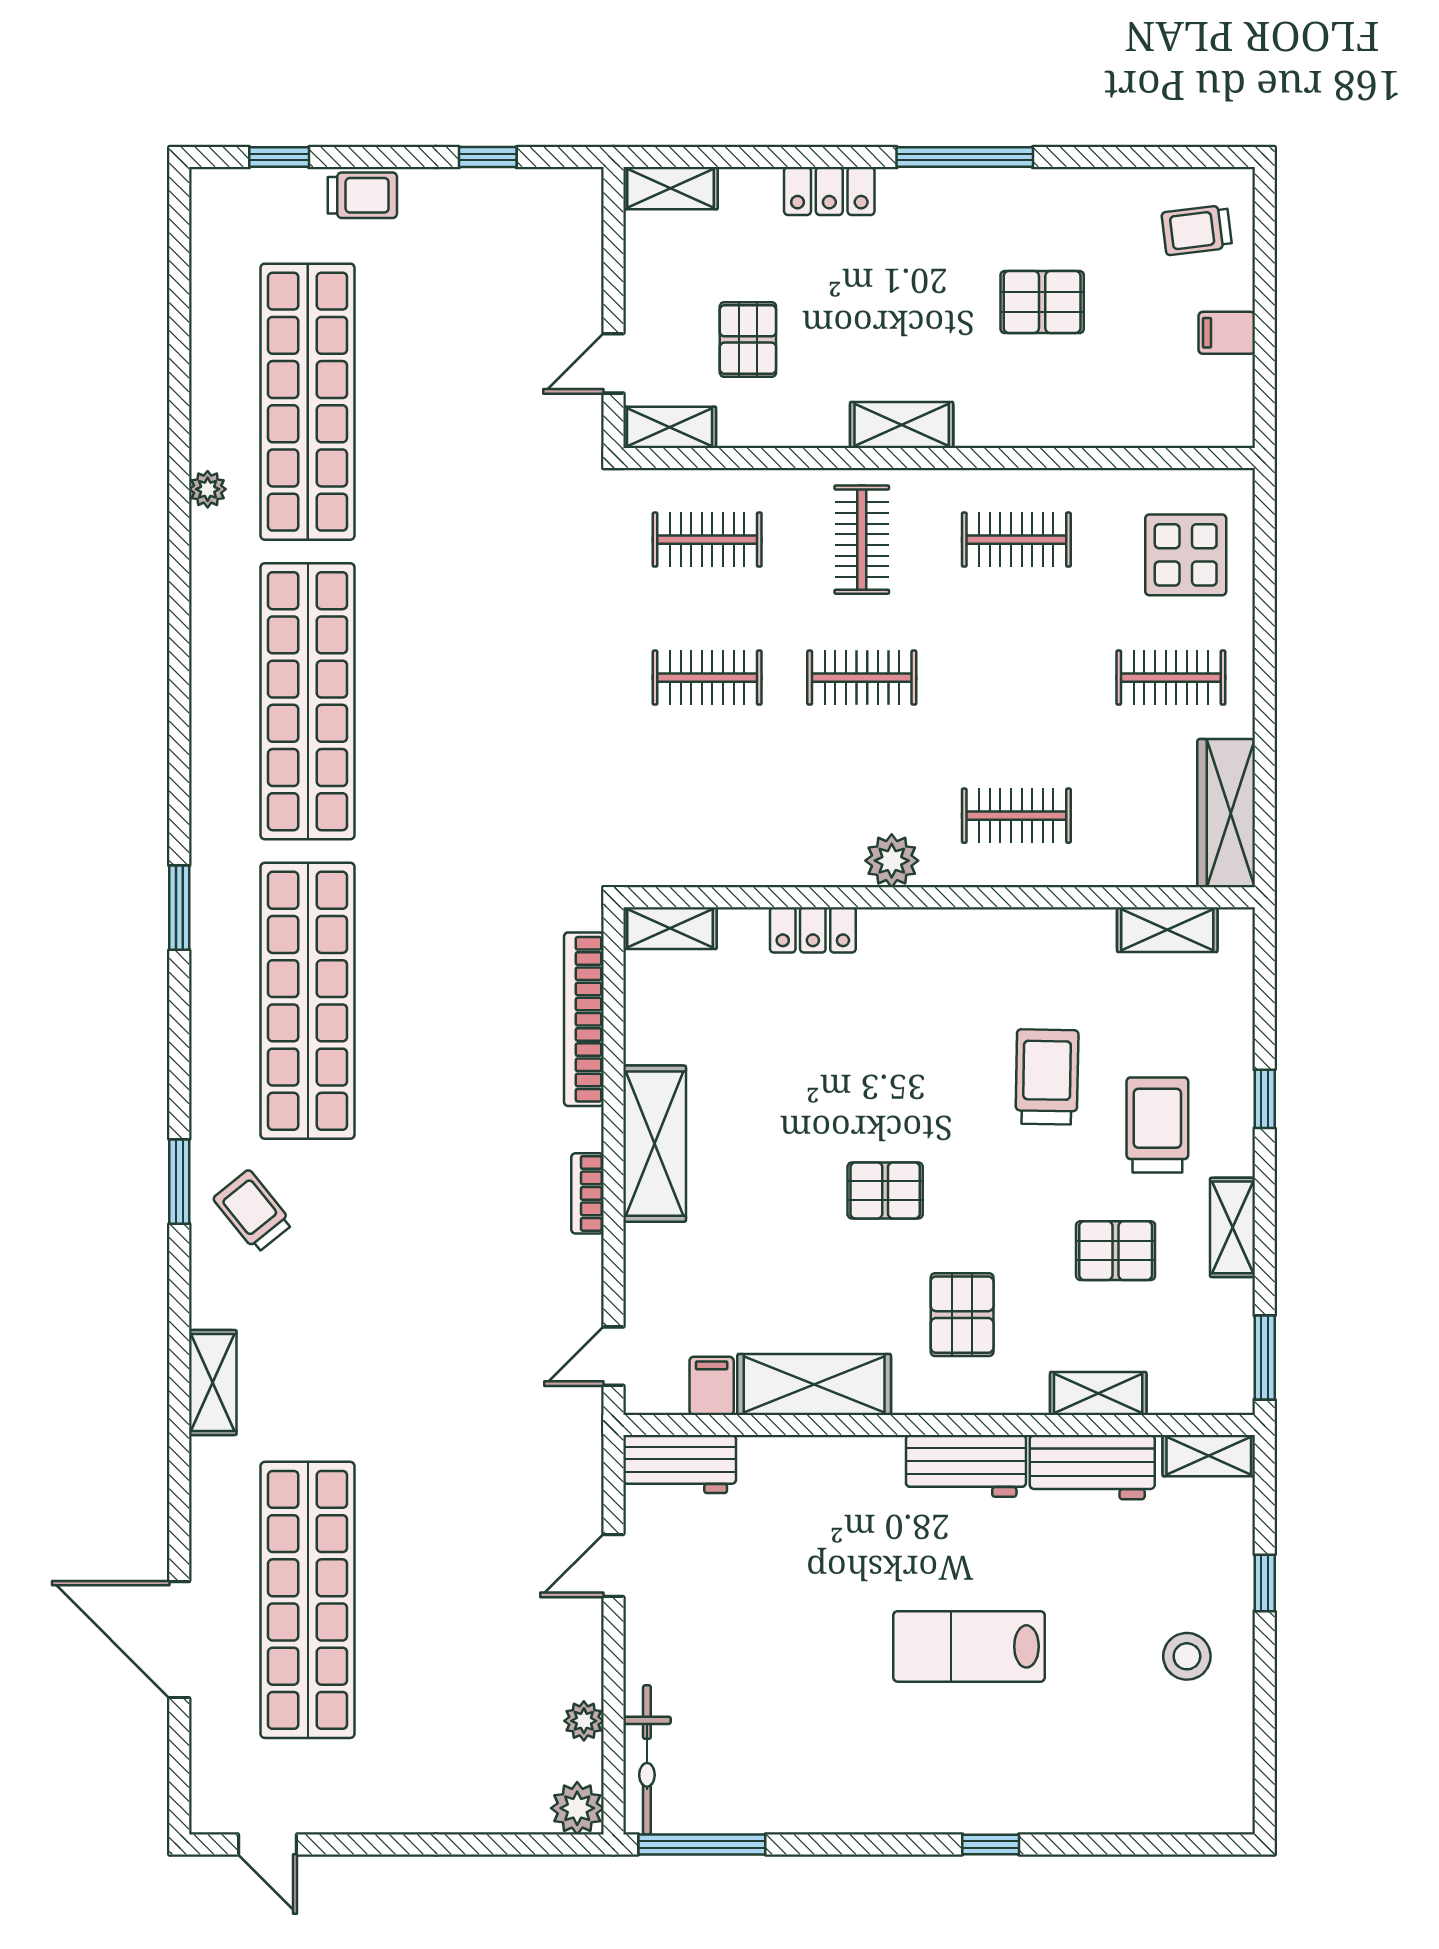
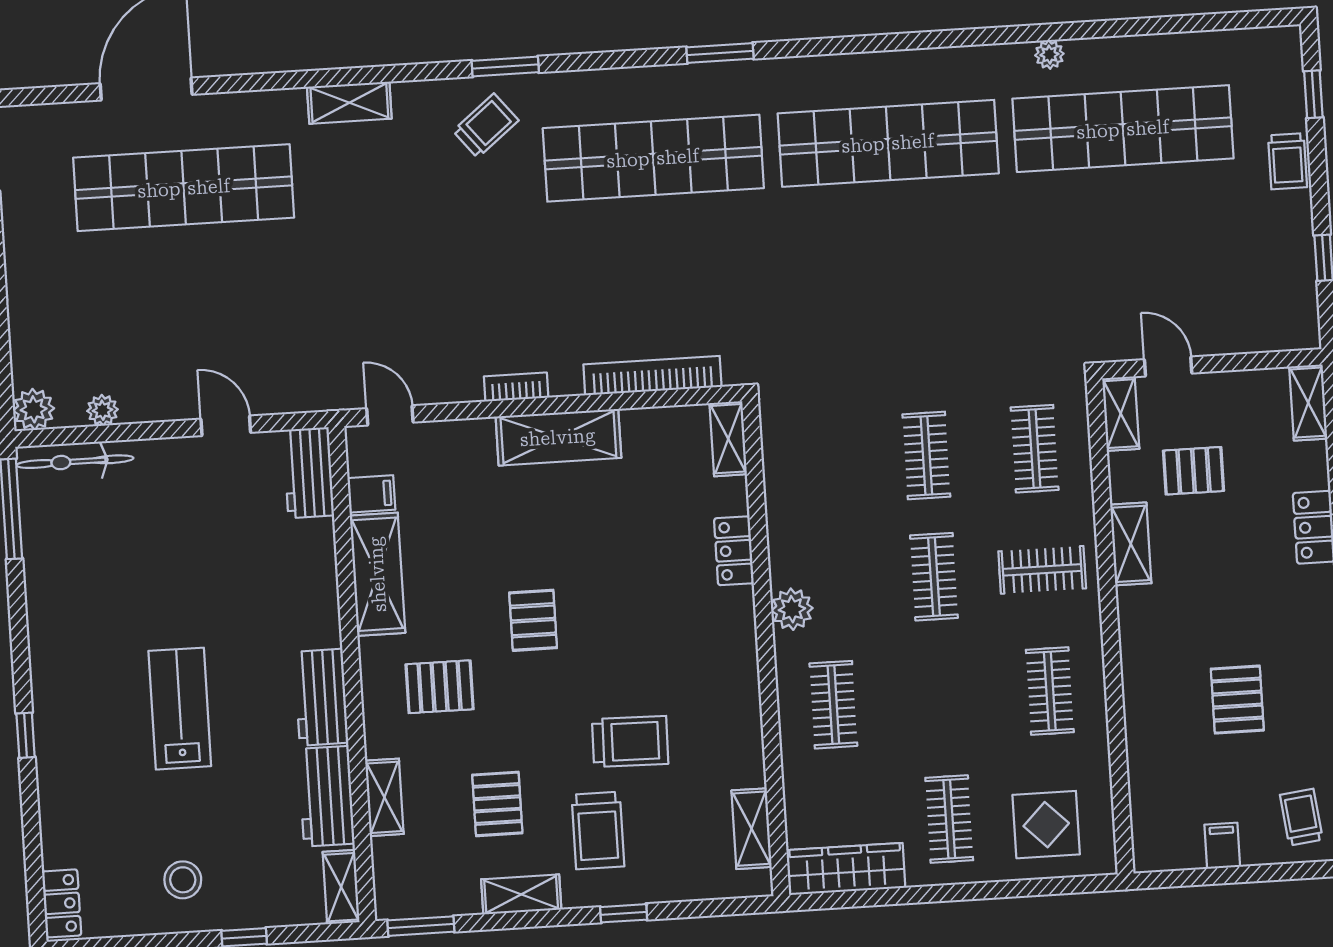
shelving: (902, 425) -> (1131, 544), moved
trolley: (1157, 1125) -> (598, 830), turned 90
locker: (1207, 1812) -> (62, 903), added

